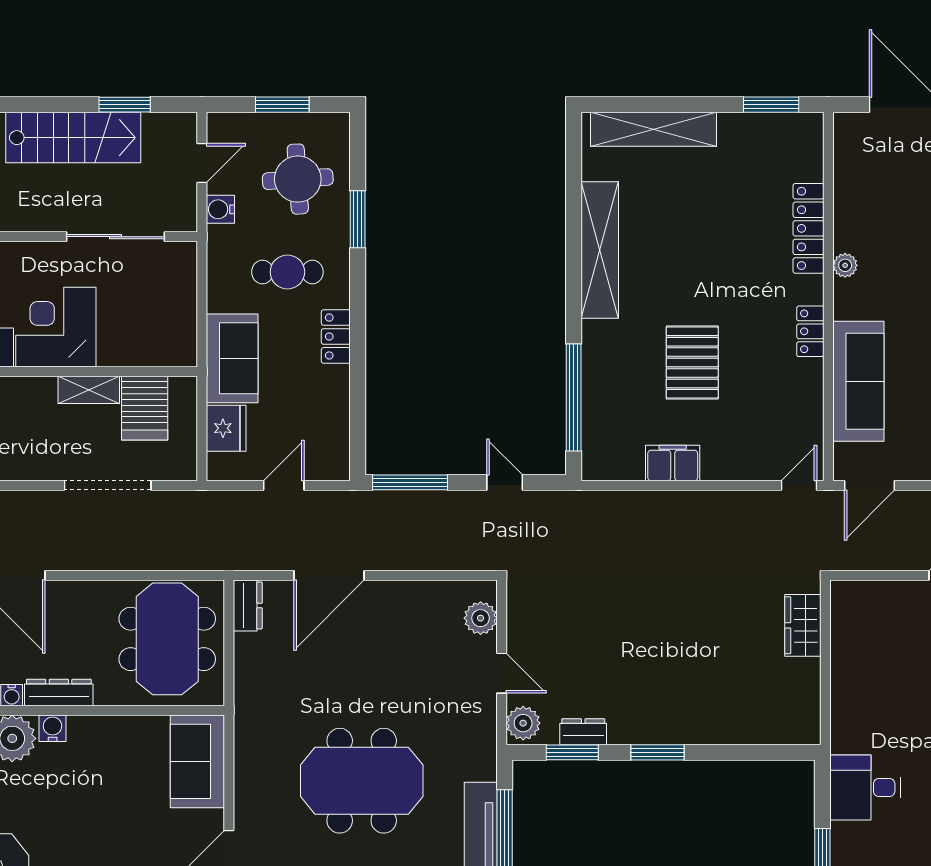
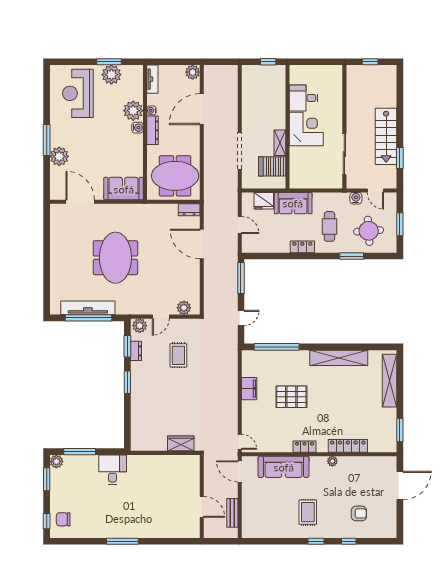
rug: (594, 631) -> (178, 355), added

